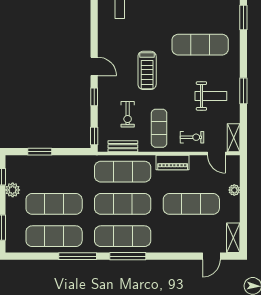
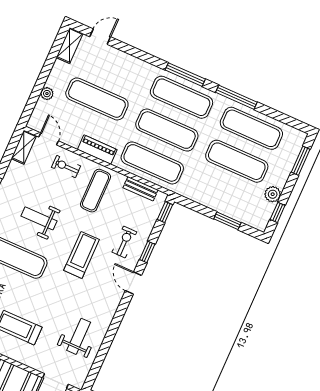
weight bench: (211, 96) -> (39, 218), moved
exercise bike: (128, 114) -> (124, 242), moved

